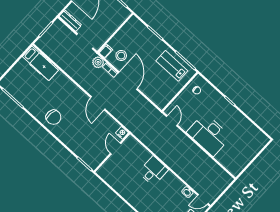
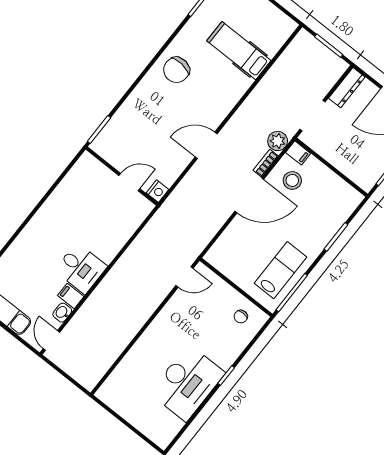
hospital bed: (40, 63) -> (239, 51), moved, turned 90
desk: (209, 135) -> (187, 383), moved, turned 180
desk: (153, 171) -> (81, 268), moved
filing cabinet: (178, 187) -> (71, 296), added

